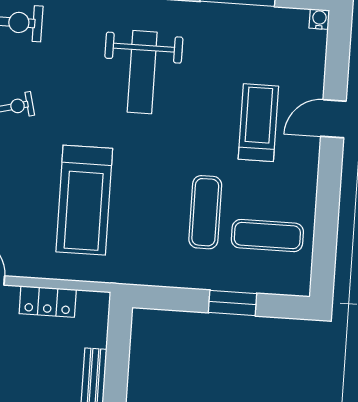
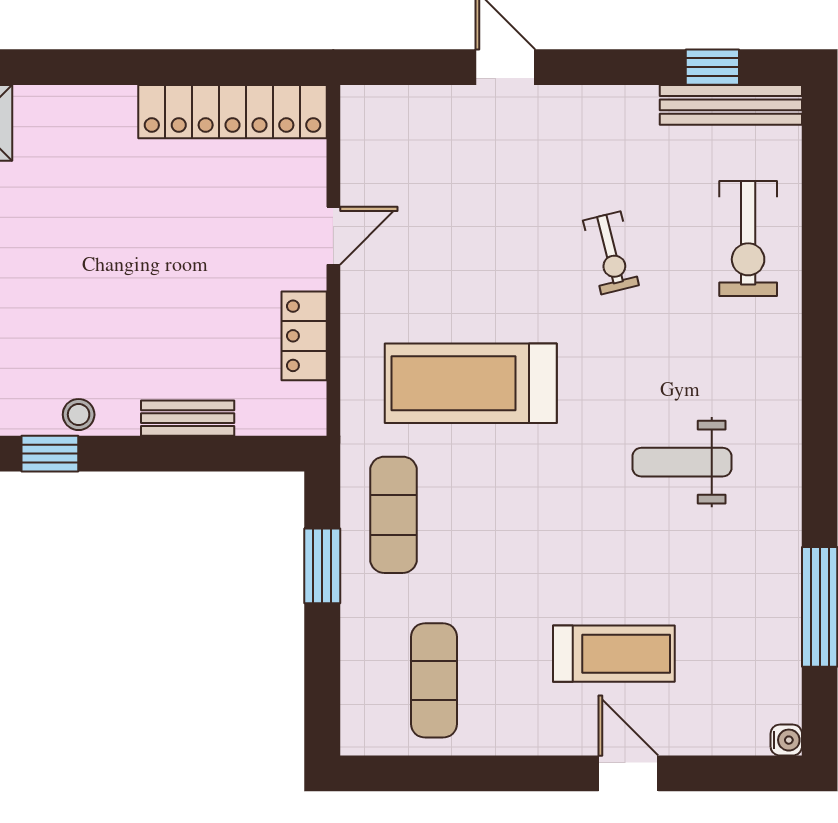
weight bench: (142, 72) -> (682, 462), width x0.73, depth x0.75
exercise mat: (205, 212) -> (393, 515), moved, turned 90
window: (233, 303) -> (322, 566), moved

